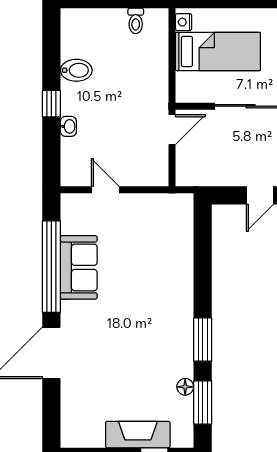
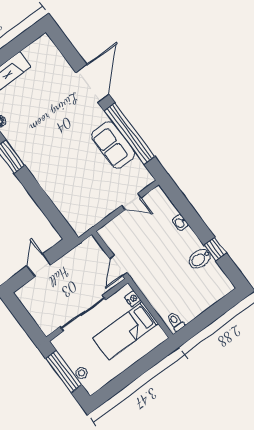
toilet: (136, 21) -> (175, 322), moved
nightstand: (184, 22) -> (133, 299), moved
window: (51, 104) -> (215, 249), moved

